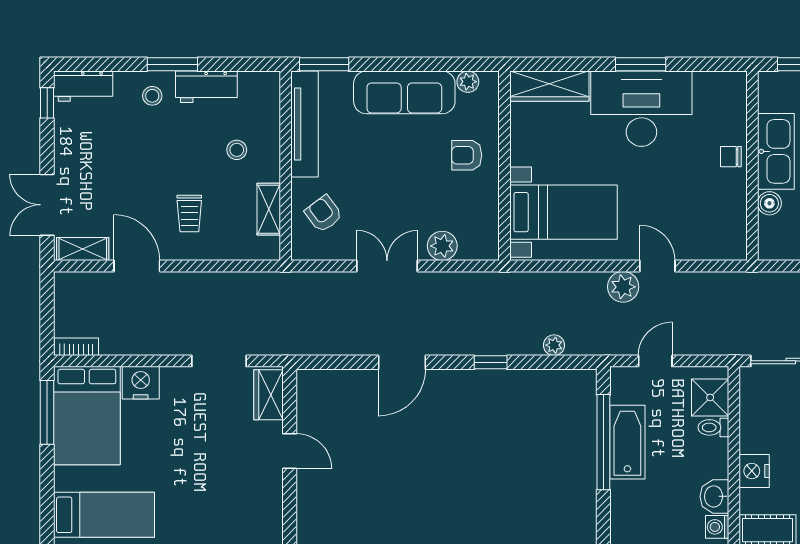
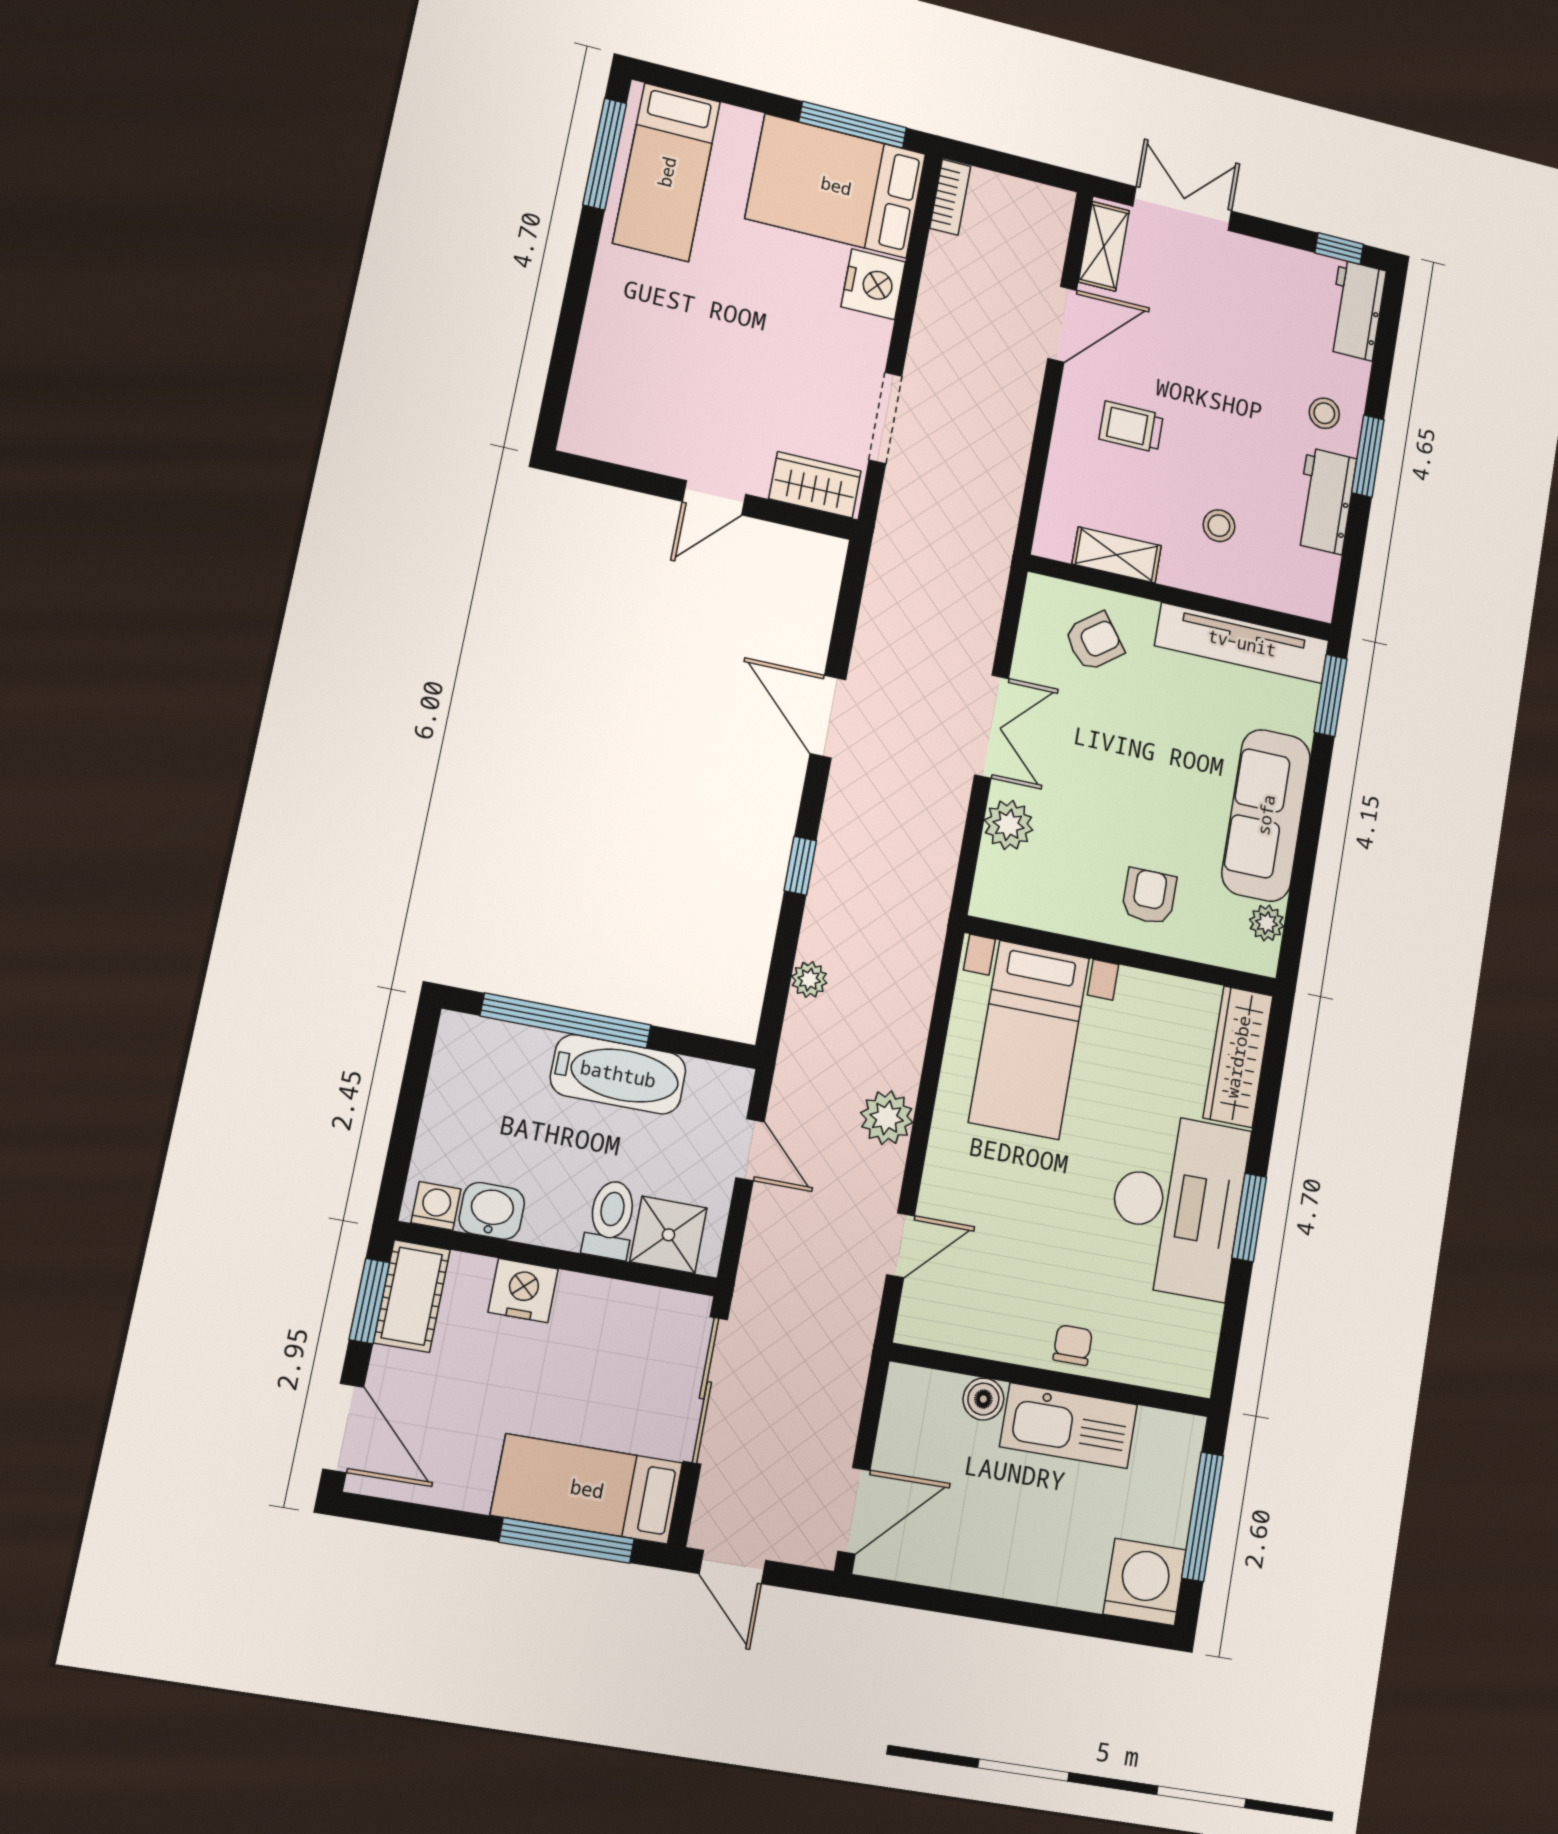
door: (657, 266) -> (901, 1245), moved
toilet: (713, 427) -> (610, 1220), width x1.37, depth x1.39
window: (603, 442) -> (566, 1021), moved

